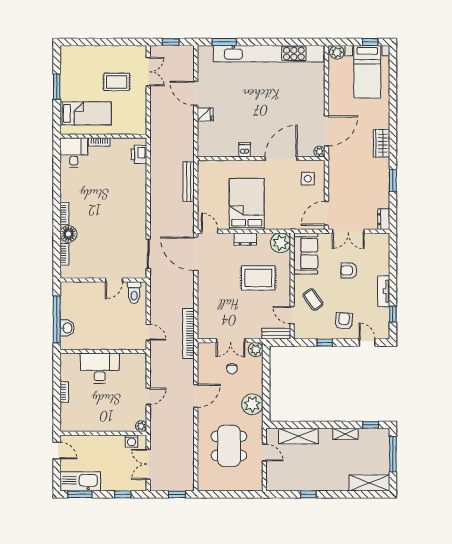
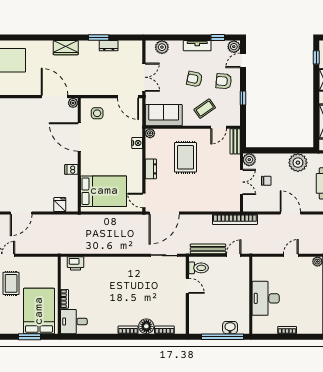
window: (57, 87) -> (29, 337), moved
bed: (86, 113) -> (39, 311), width x1.50
fridge: (205, 114) -> (60, 205), moved
bench: (189, 182) -> (208, 249), moved
bed: (247, 204) -> (104, 191), moved, turned 180
dresser: (384, 219) -> (109, 46), moved
nightstand: (274, 224) -> (137, 143), added
door: (210, 231) -> (144, 201), hinge flipped
plant: (281, 243) -> (150, 133), width x0.53, depth x0.53
plant: (382, 251) -> (162, 47), added
armchair: (349, 270) -> (194, 79), moved, turned 102
plant: (383, 332) -> (234, 47), added
door: (148, 396) -> (291, 255), hinge flipped

